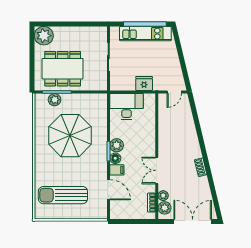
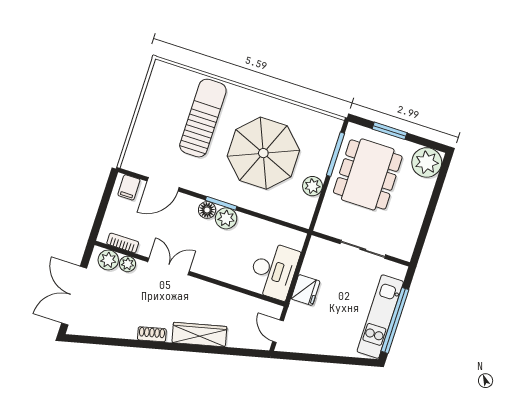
window: (32, 64) -> (390, 131), added
plant: (55, 100) -> (312, 186), moved
desk: (127, 107) -> (274, 271), moved
wardrobe: (192, 139) -> (199, 335), added
filing cabinet: (117, 170) -> (129, 187), moved
sun lounger: (63, 195) -> (203, 118), moved
double door: (193, 221) -> (74, 296), swing flipped

